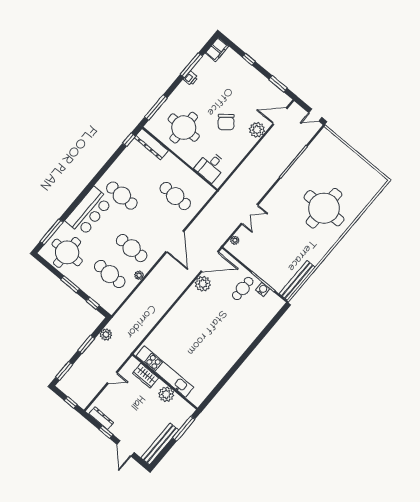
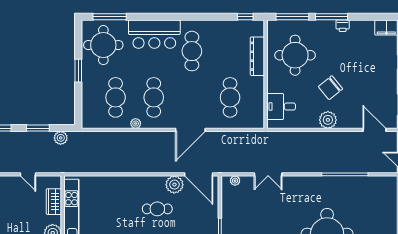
window: (191, 65) -> (331, 17), moved
plant: (257, 130) -> (328, 120), moved
dresser: (151, 144) -> (257, 56), moved
cafe table: (243, 288) -> (157, 209), moved
window: (93, 303) -> (78, 104), removed

